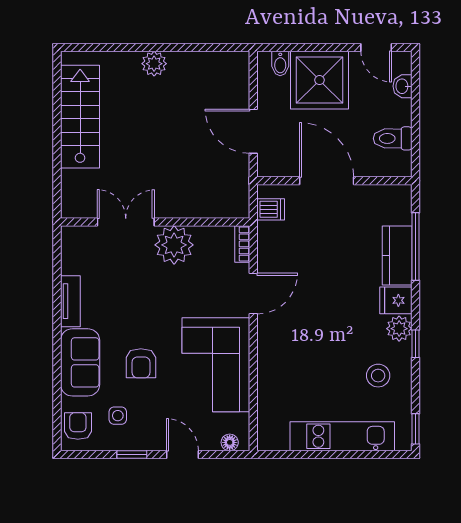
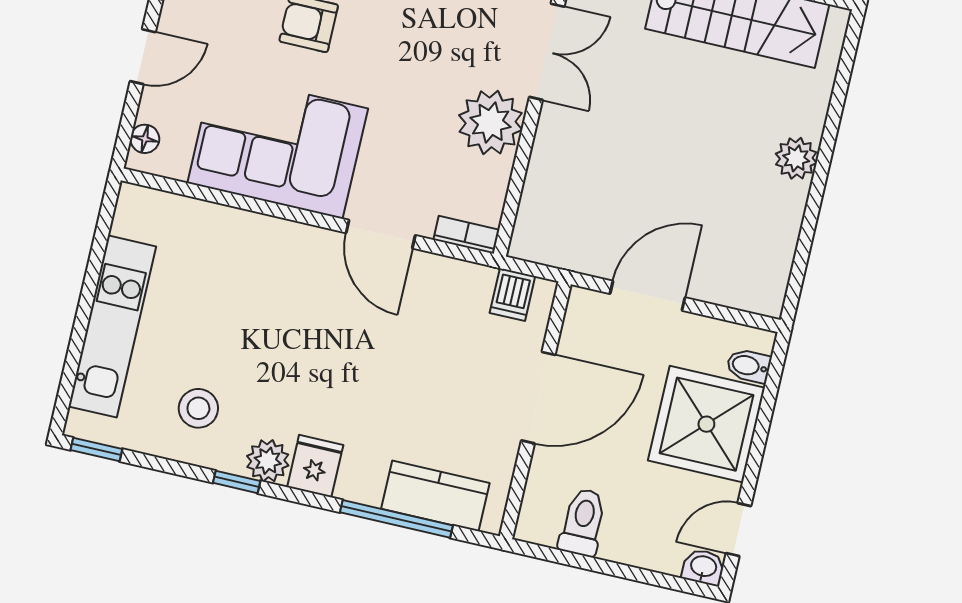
washbasin: (402, 86) -> (703, 567), moved
kitchen counter: (397, 255) -> (435, 496), moved

